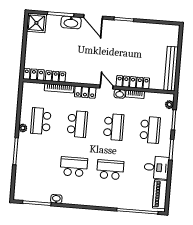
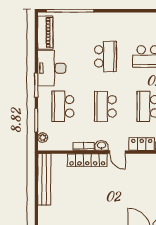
desk: (157, 167) -> (52, 68), width x1.37
school desk: (110, 170) -> (105, 56), turned -90

